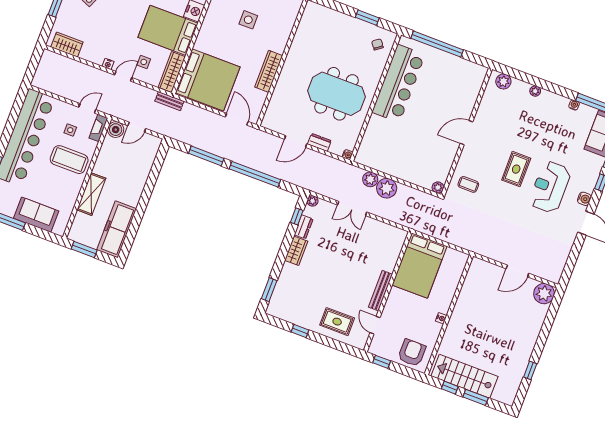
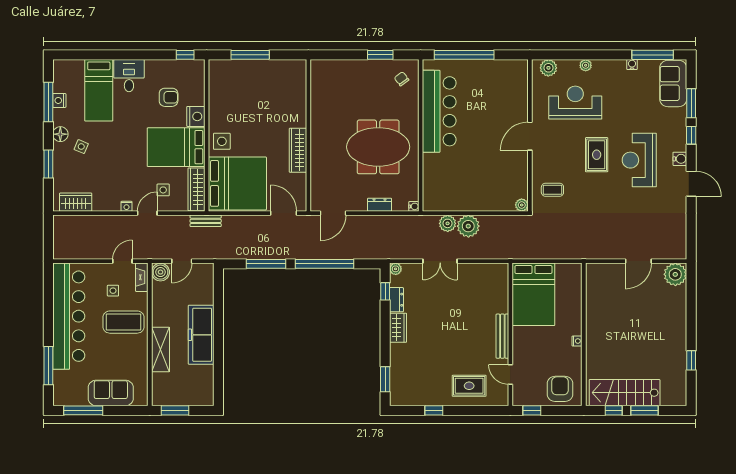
side table: (248, 20) -> (222, 141), moved
reception desk: (515, 119) -> (575, 102), added
door: (296, 141) -> (333, 213), moved
freezer: (117, 229) -> (201, 335), moved

